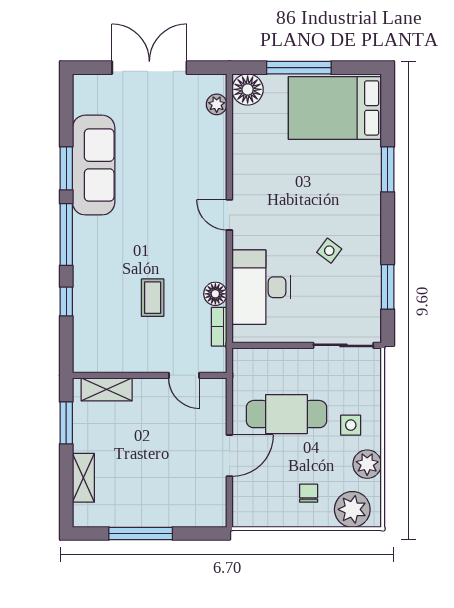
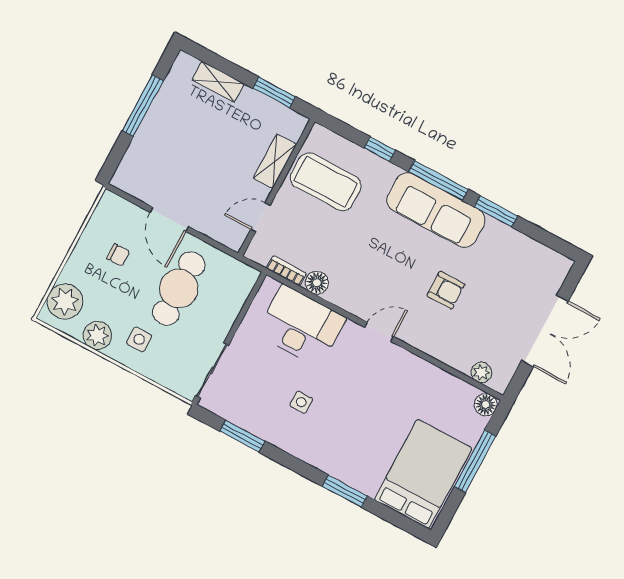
floor lamp: (248, 89) -> (486, 405), width x0.73, depth x0.73
sofa: (94, 165) -> (436, 210), moved
armchair: (160, 175) -> (446, 290), added
side table: (329, 251) -> (301, 402), turned -37
coffee table: (153, 298) -> (326, 182), moved, width x1.86, depth x1.72
shelving: (107, 389) -> (275, 161), moved
chair: (309, 493) -> (118, 255), moved

